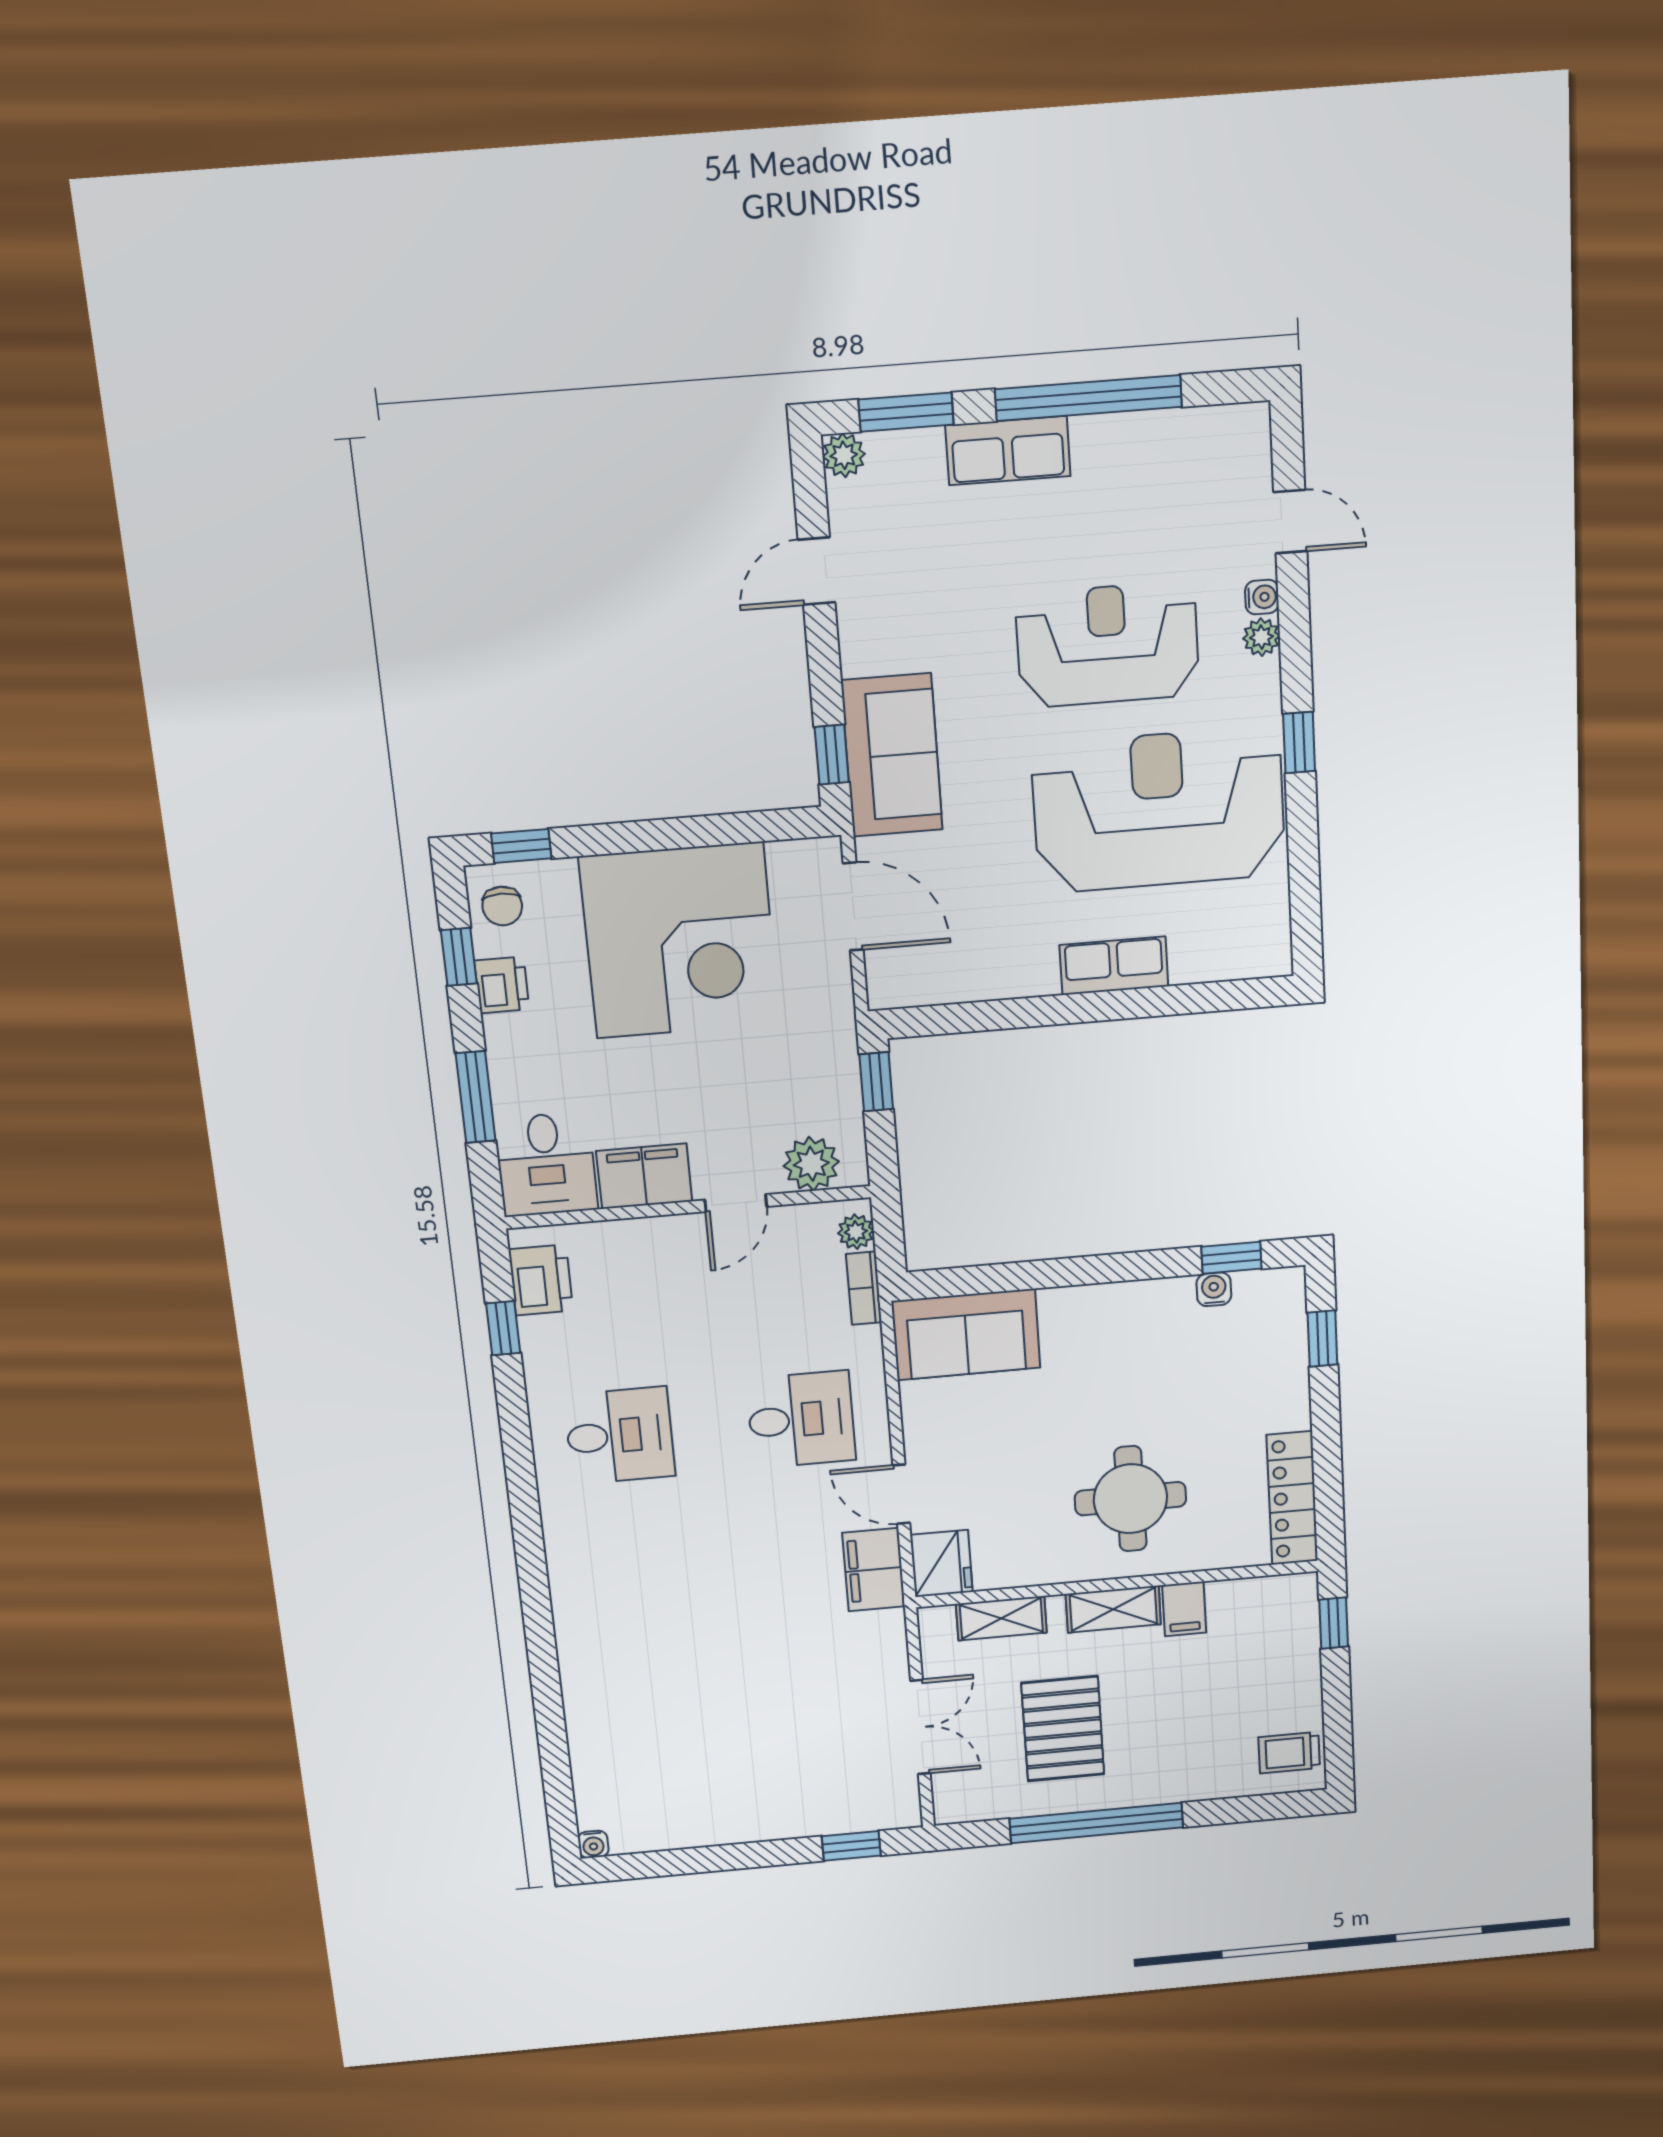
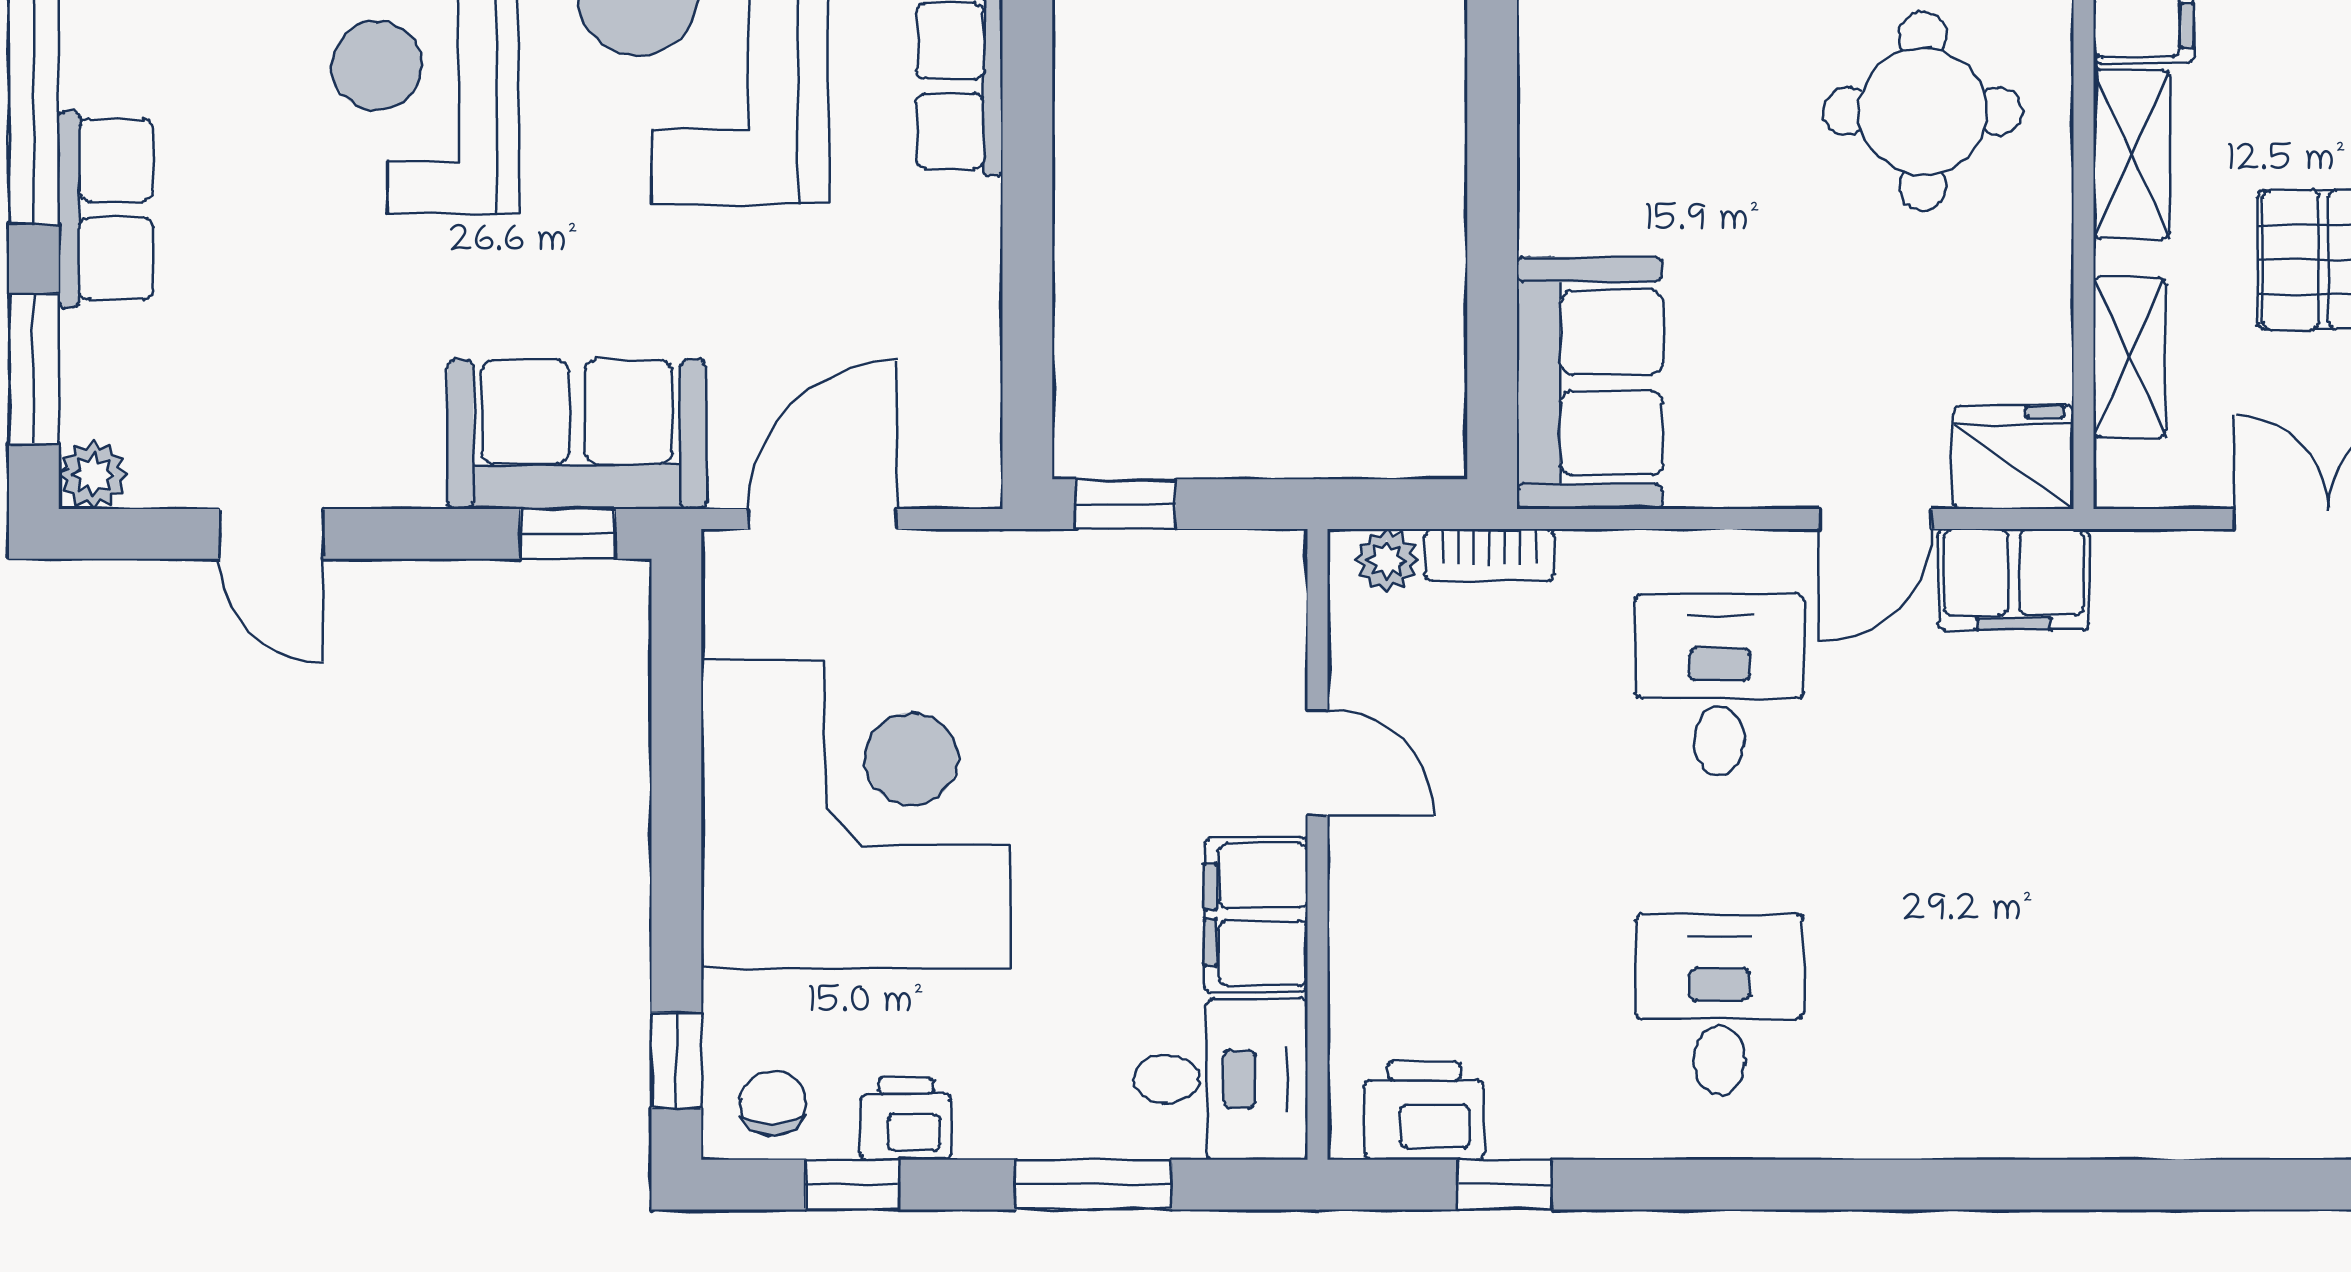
chair: (502, 906) -> (773, 1103), turned -90
plant: (811, 1164) -> (1259, 627), removed

